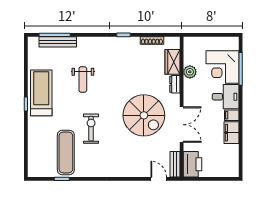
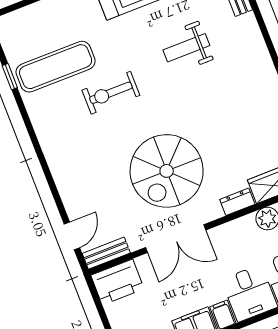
exercise bike: (91, 129) -> (111, 93), turned 180

